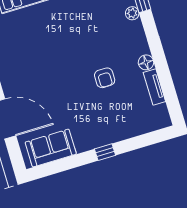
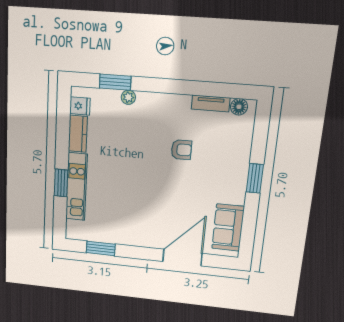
floor lamp: (146, 62) -> (239, 107), moved
window: (105, 152) -> (255, 178), width x1.50

